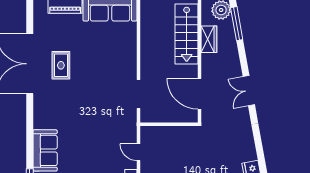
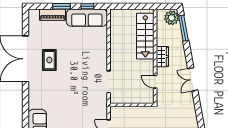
wardrobe: (209, 39) -> (162, 57), moved
door: (200, 94) -> (155, 82), width x0.53

